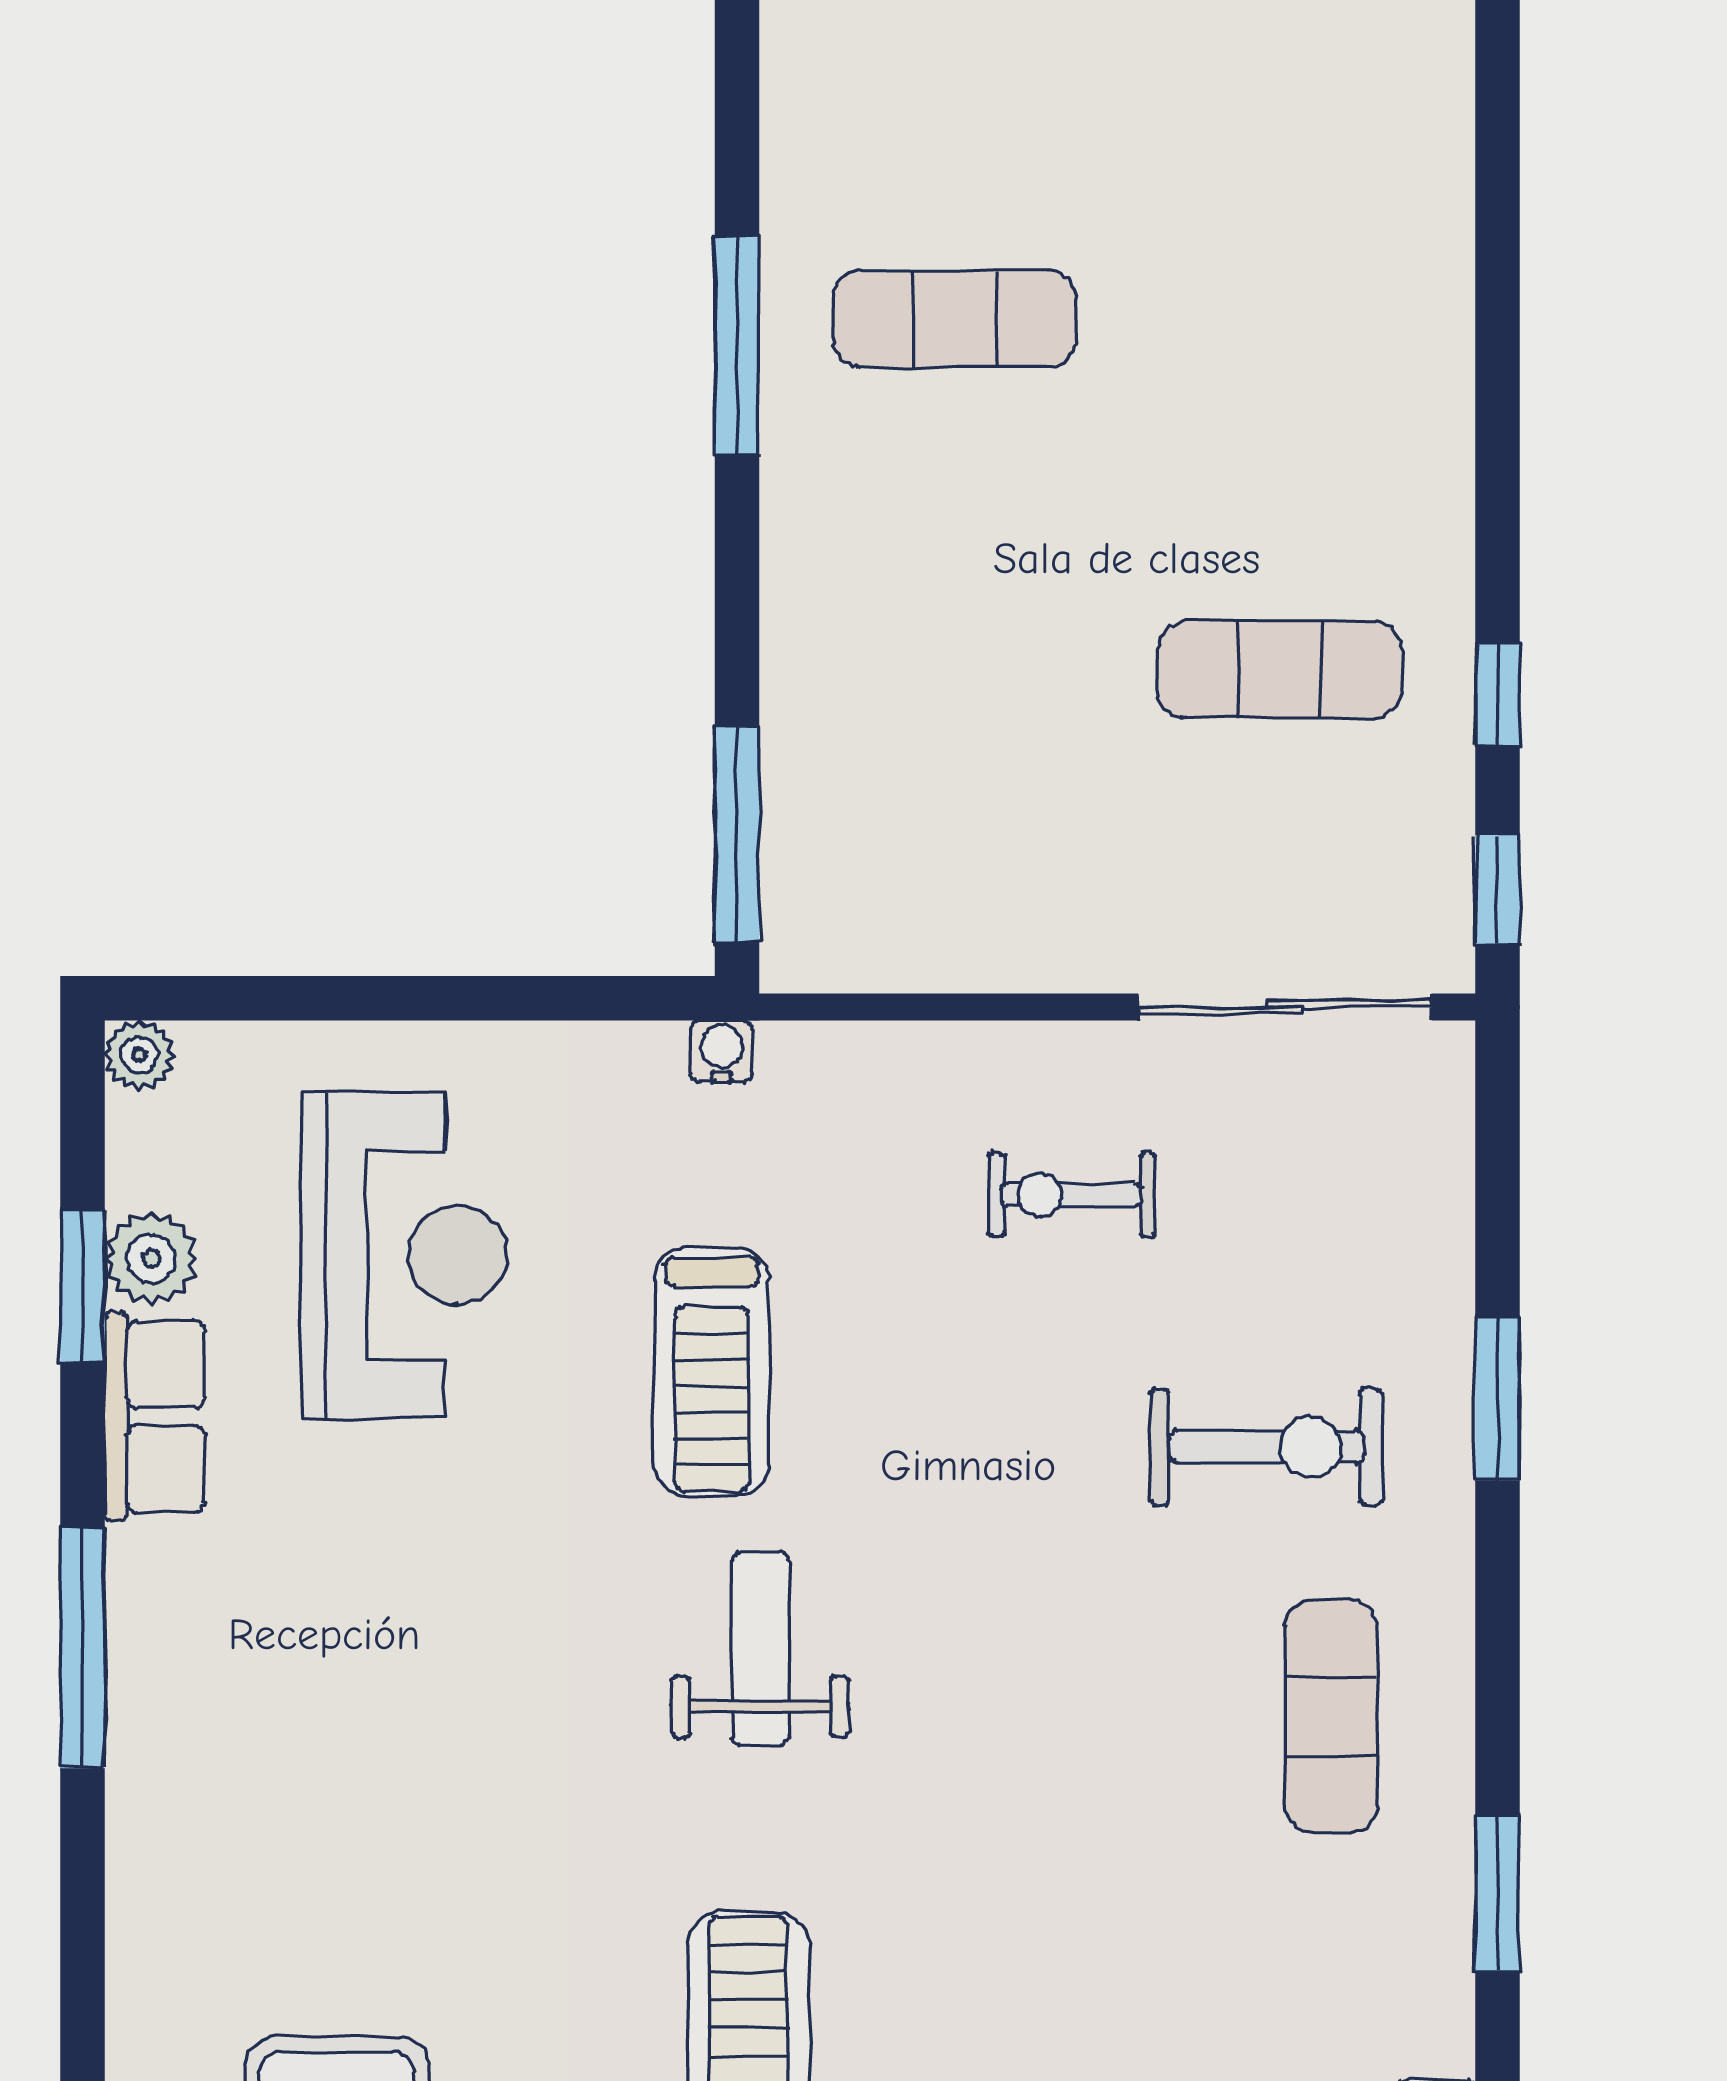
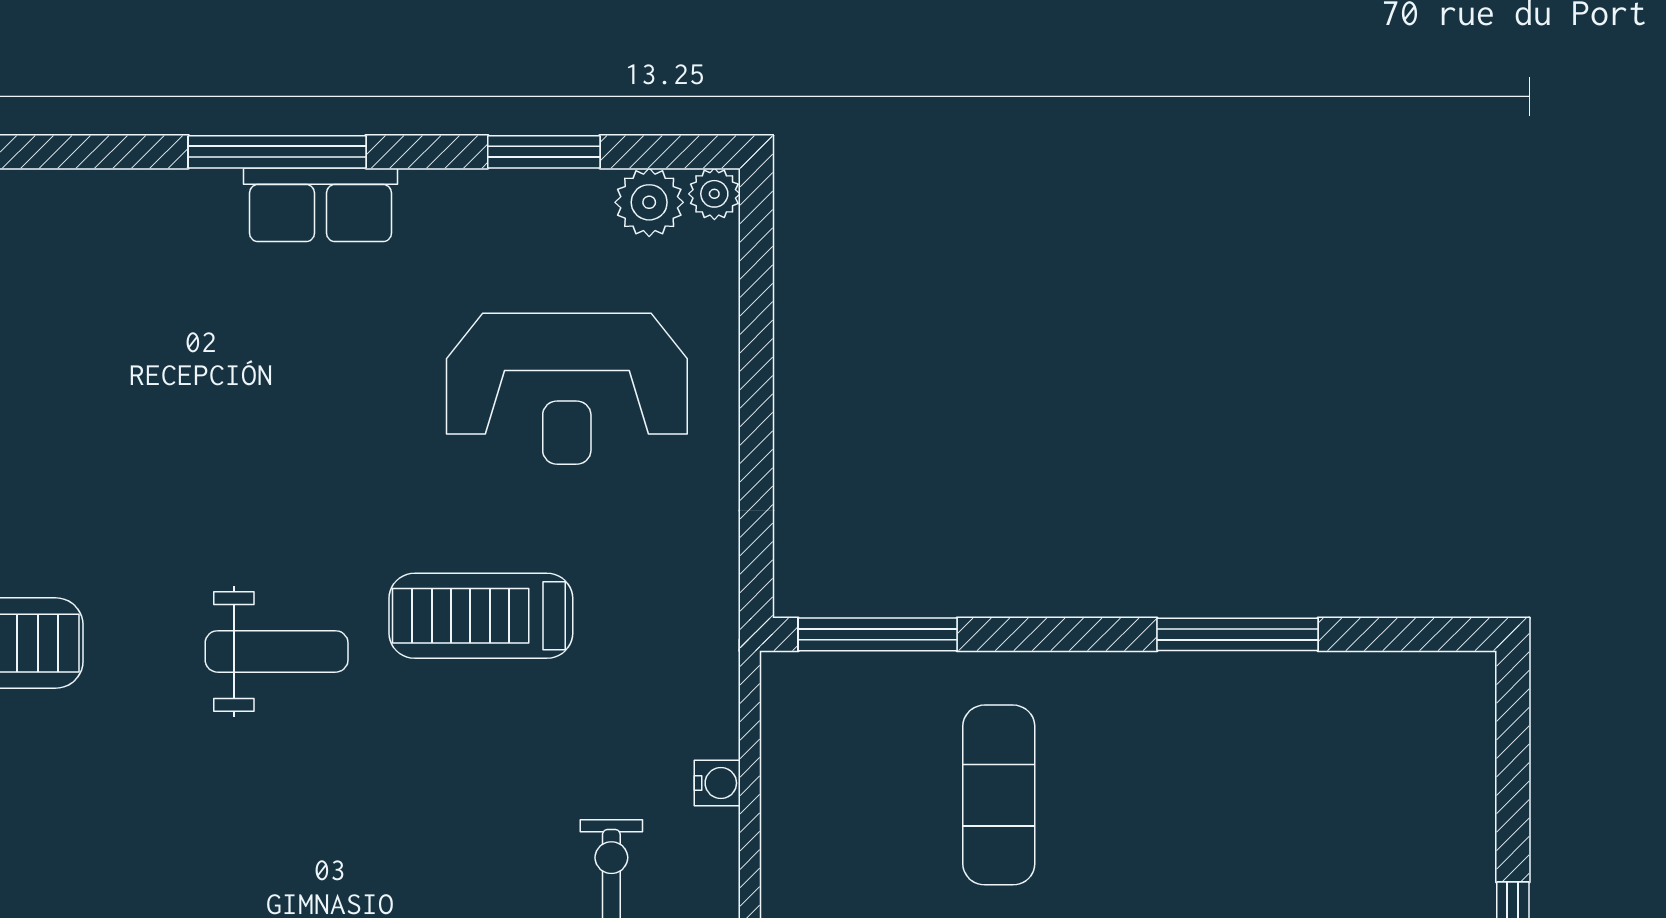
exercise mat: (955, 319) -> (999, 795), moved
water cooler: (721, 1051) -> (717, 783), moved
plant: (151, 1259) -> (649, 202), moved
row of seats: (155, 1416) -> (320, 205), moved

